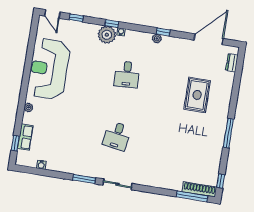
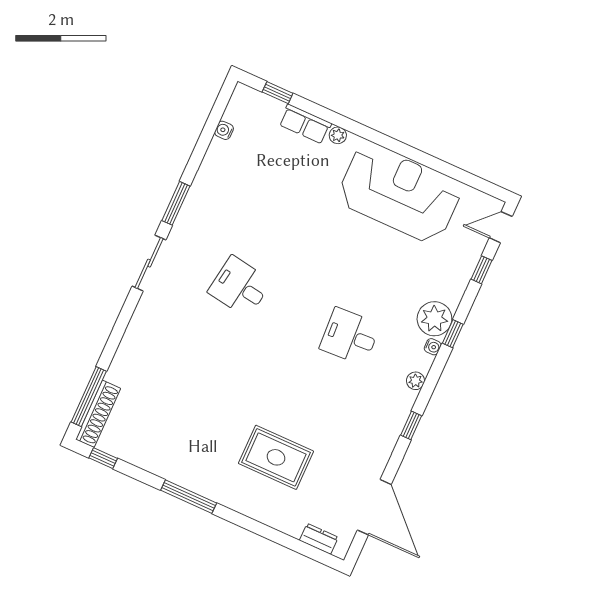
plant: (157, 38) -> (415, 381), moved
row of seats: (25, 137) -> (305, 124), moved

